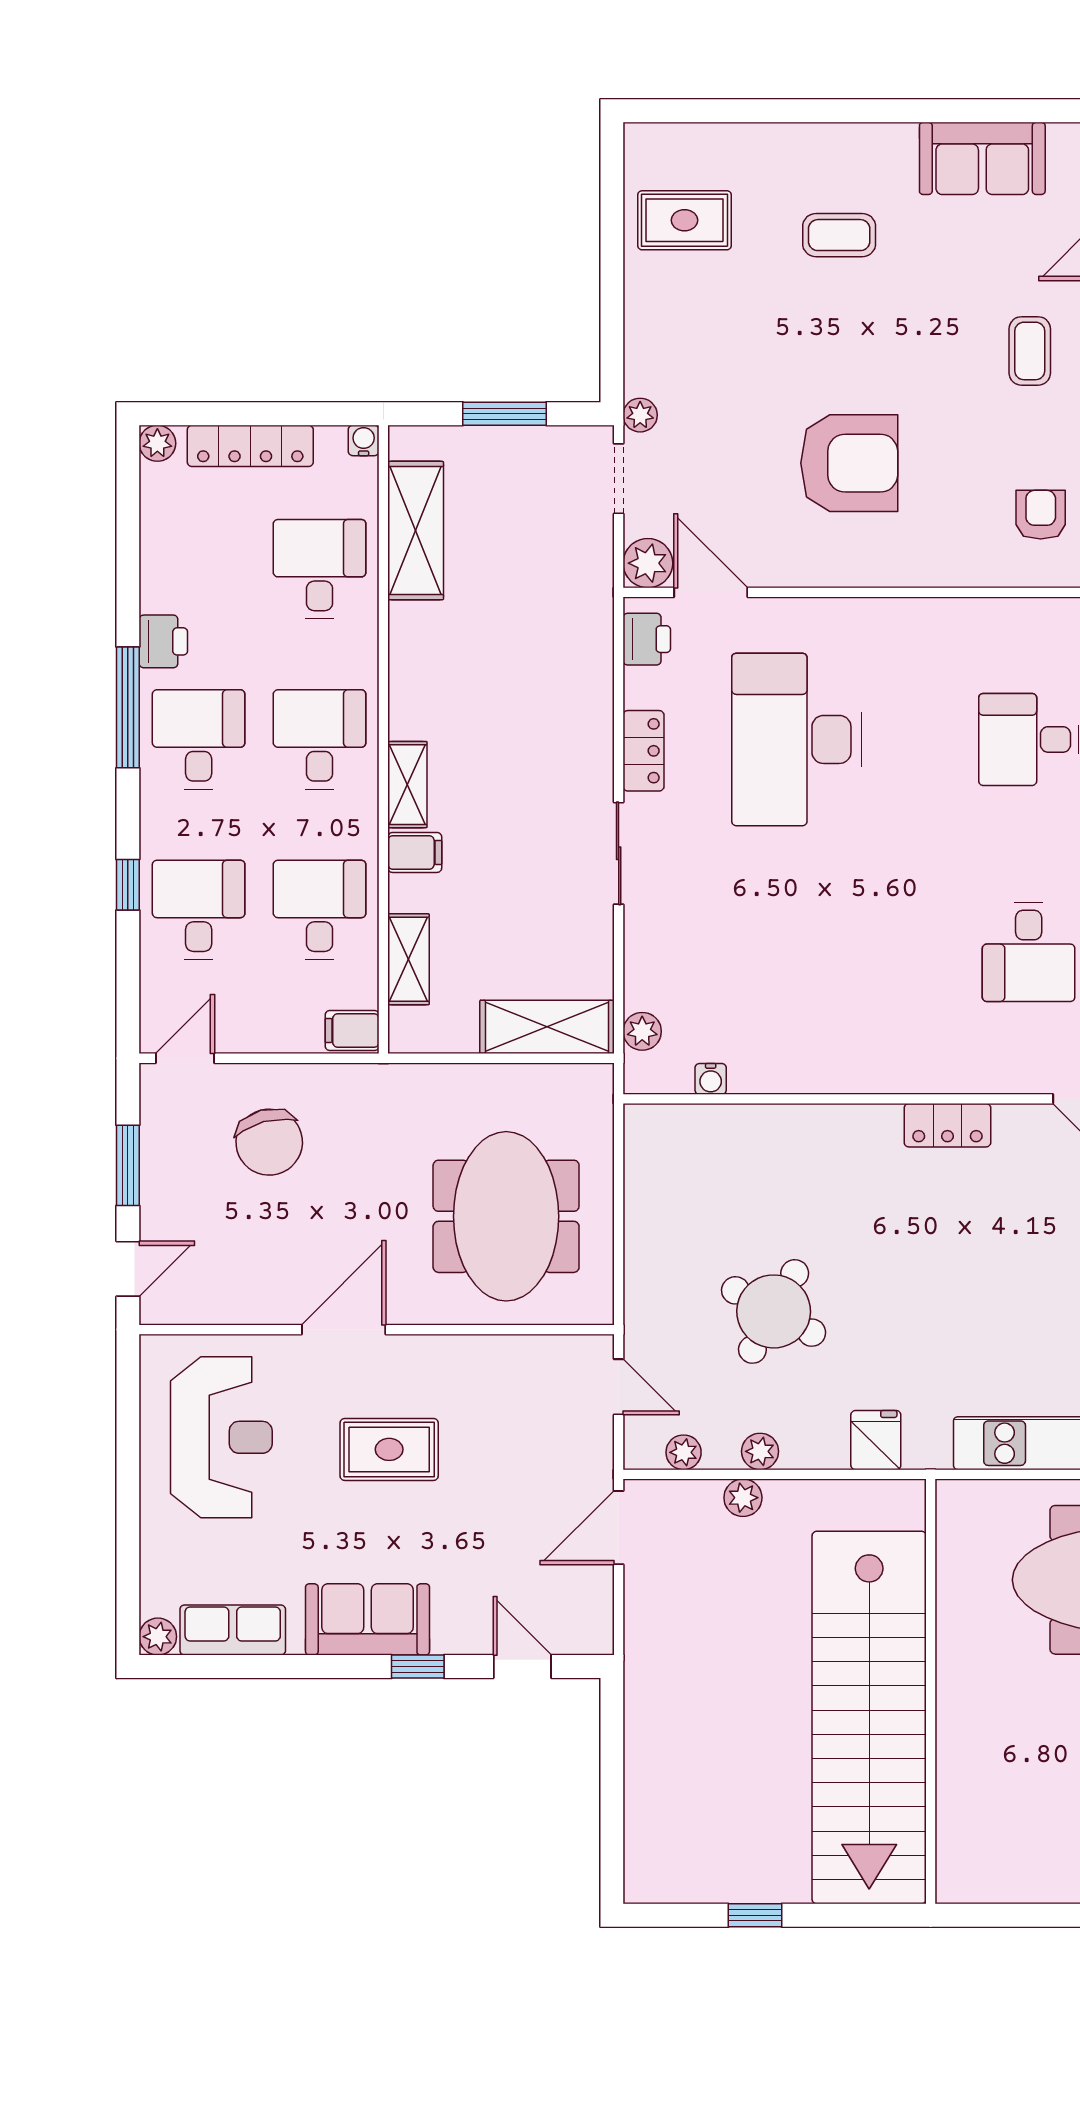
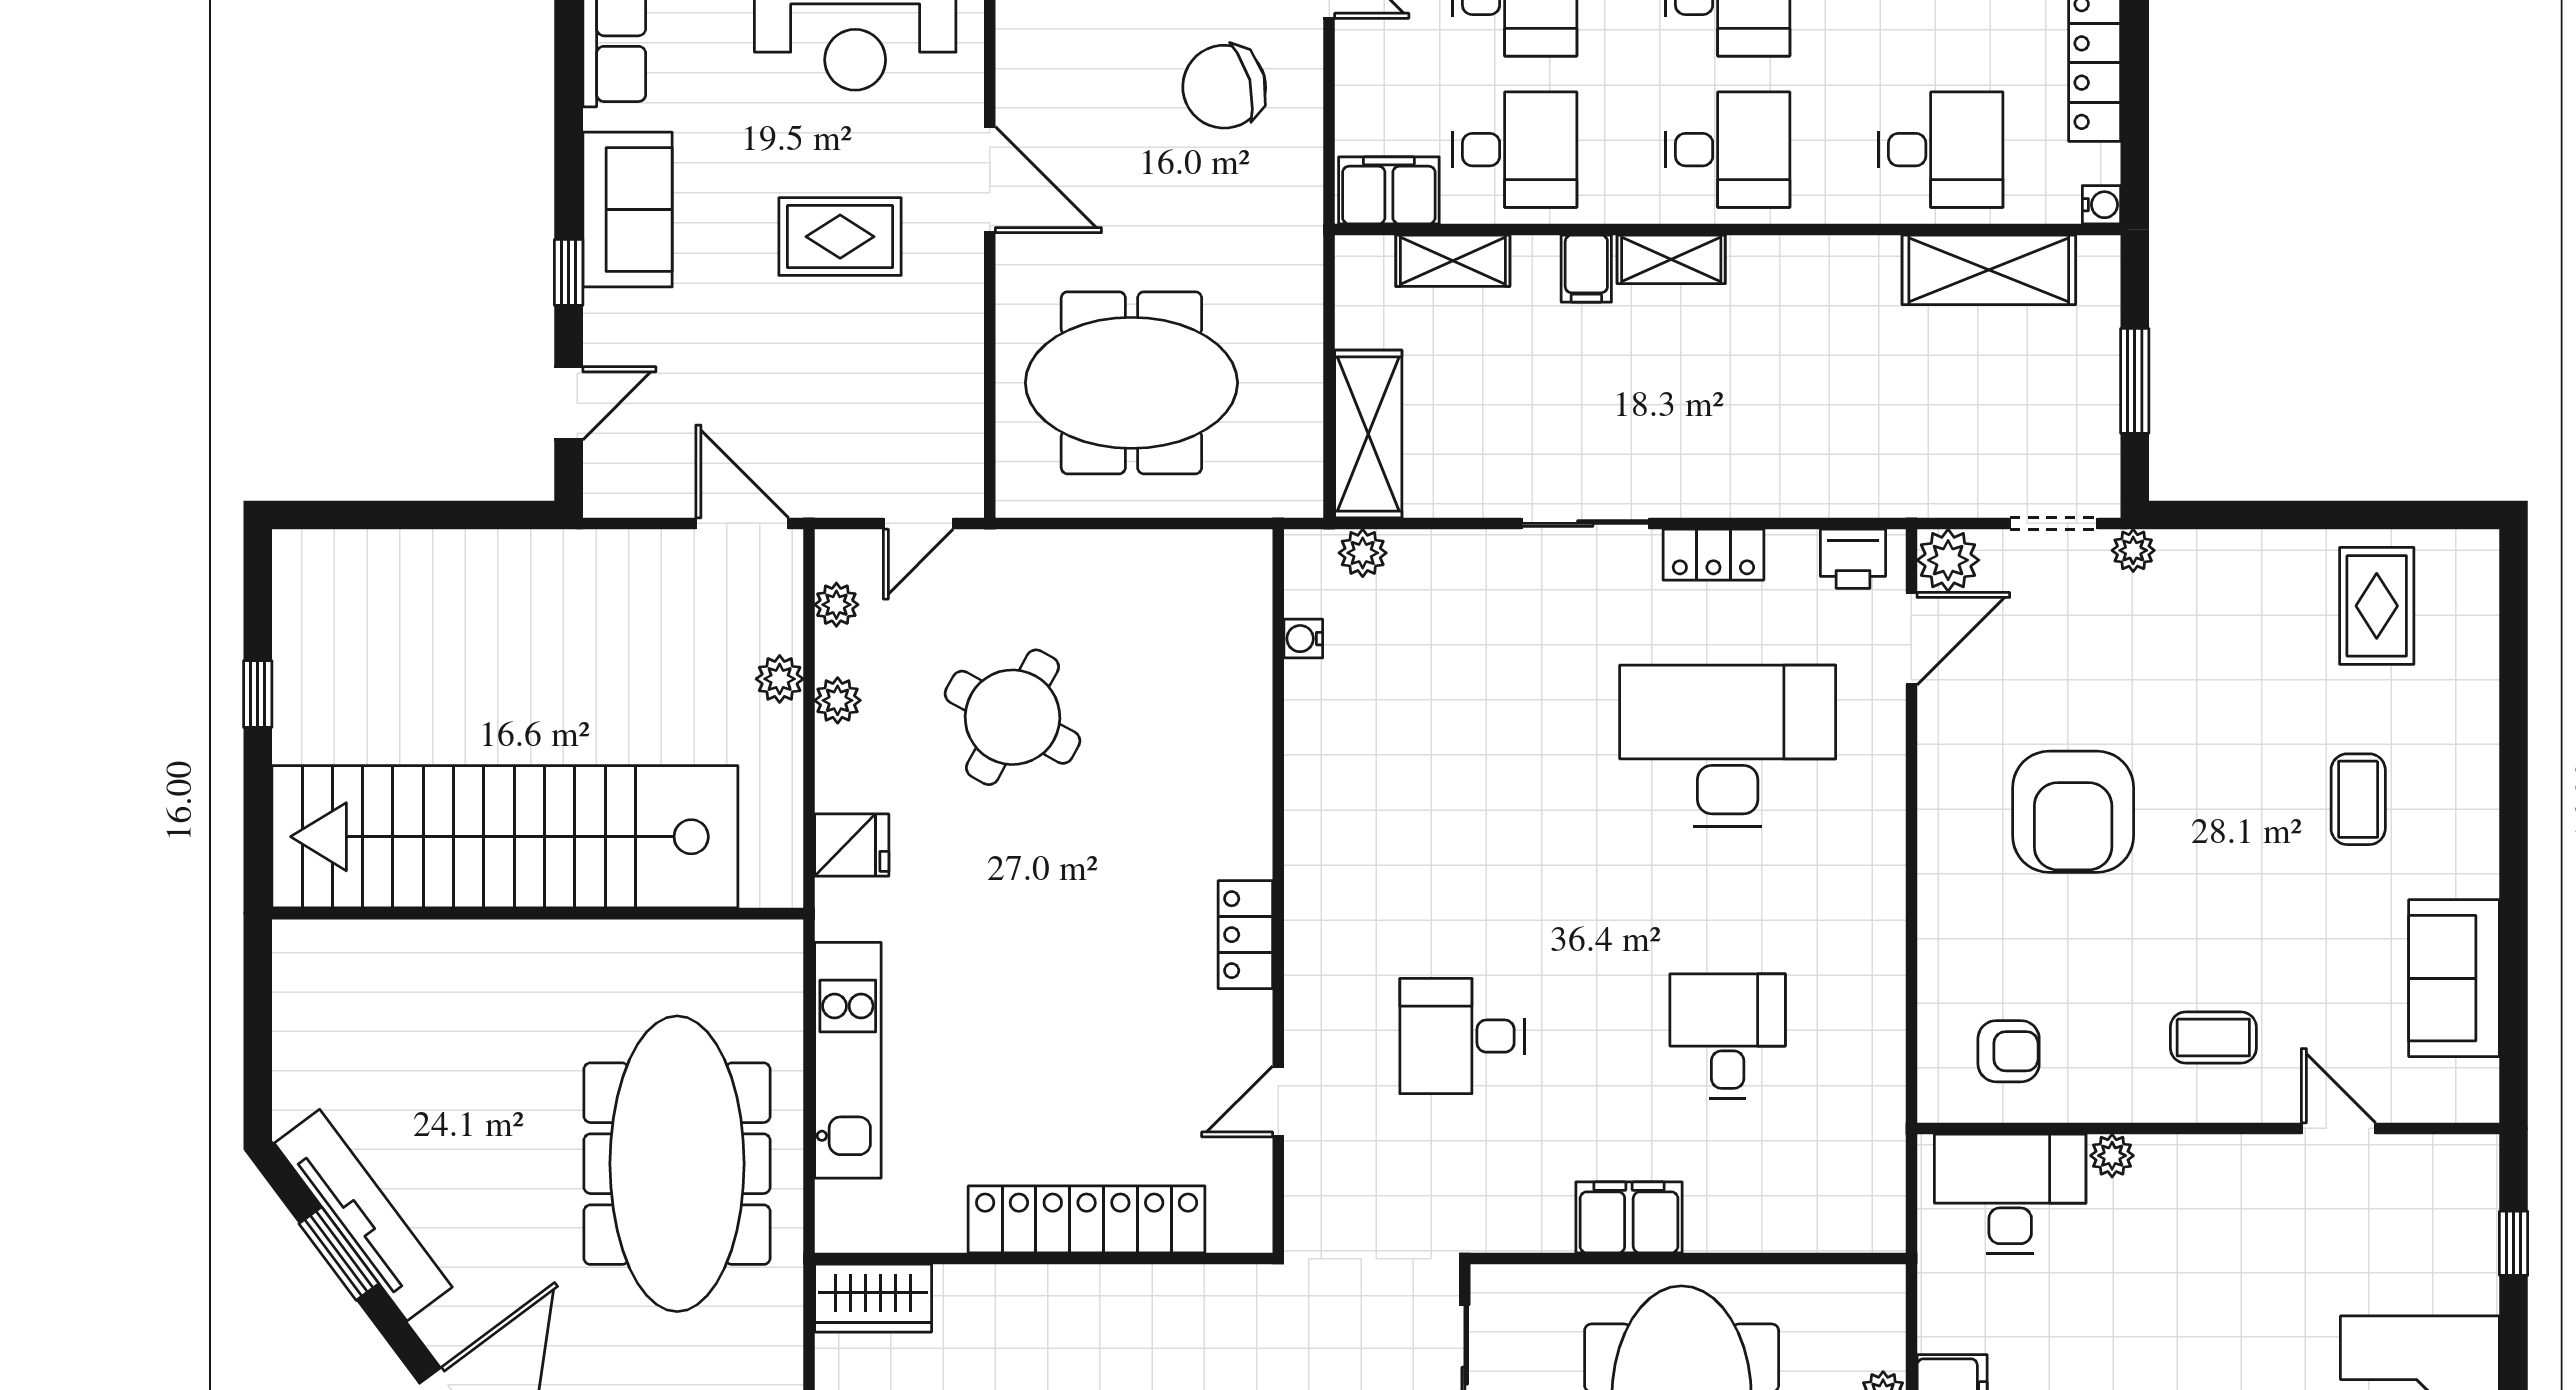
filing cabinet: (352, 1030) -> (1389, 190), width x2.00
rug: (389, 1449) -> (840, 237), turned 90

